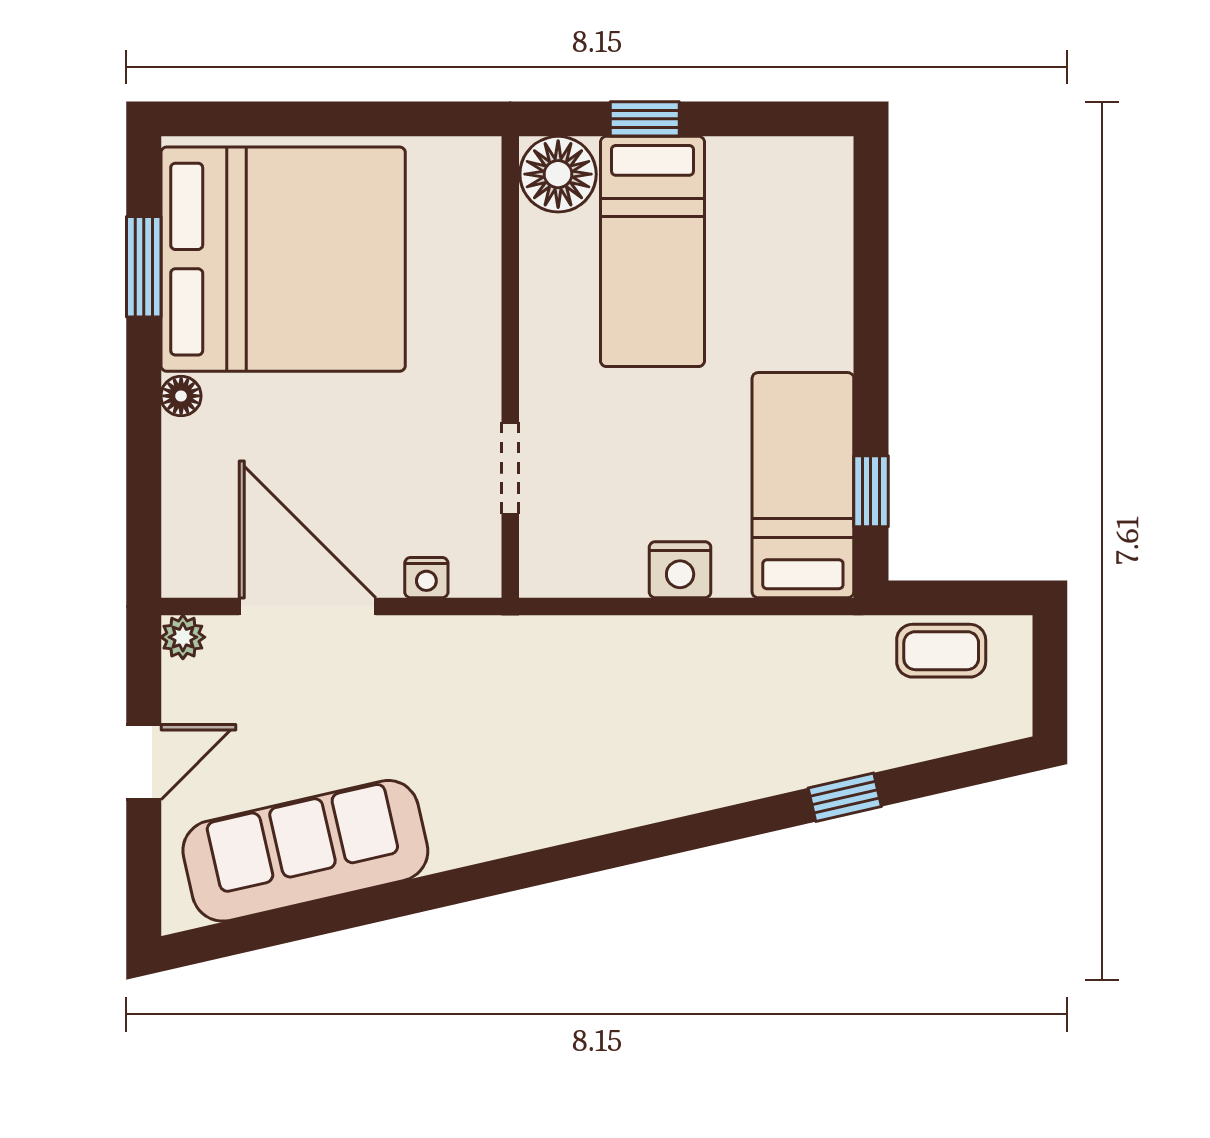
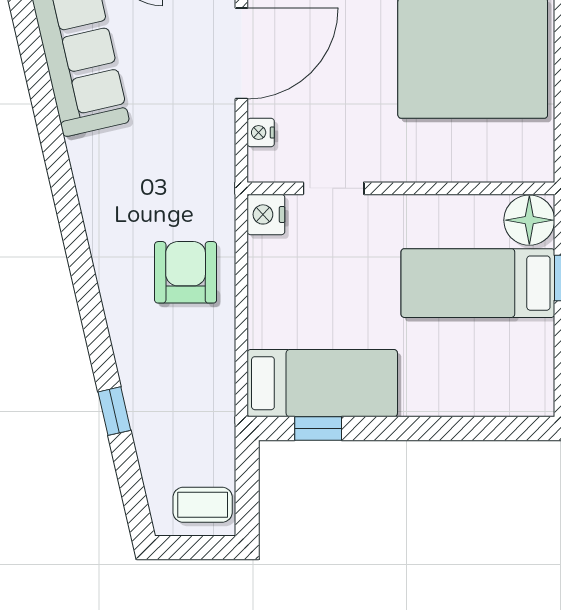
nightstand: (680, 570) -> (266, 214), moved
coffee table: (941, 651) -> (203, 505), moved, turned 90
armchair: (636, 690) -> (186, 272), added

